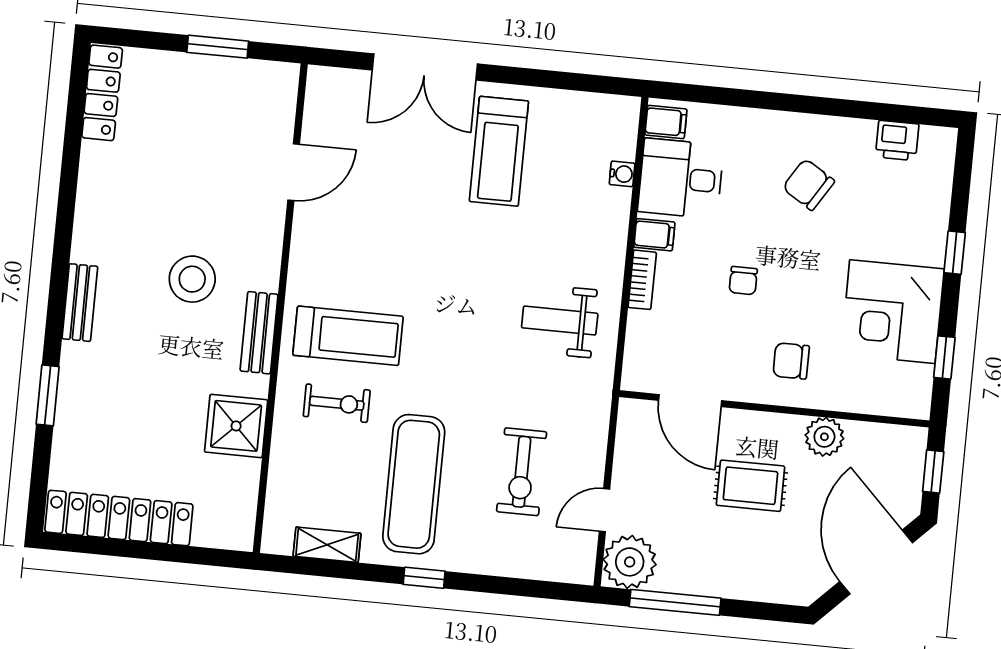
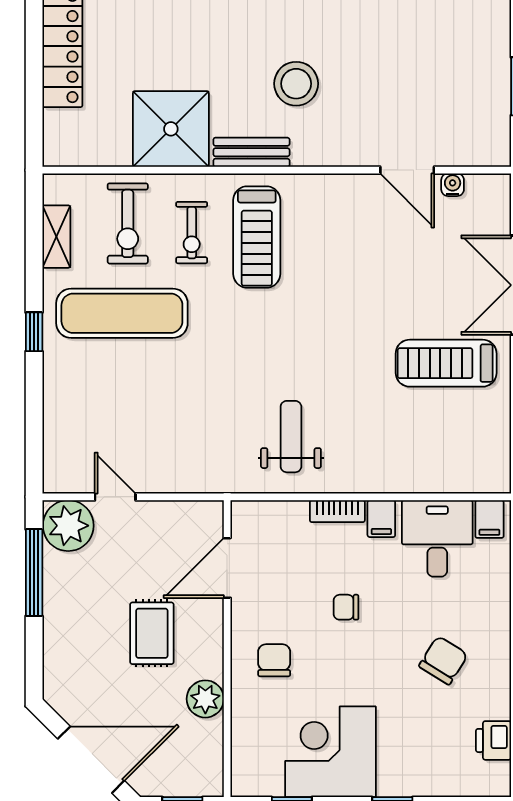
water cooler: (622, 174) -> (453, 185), moved, turned 180
shower: (236, 426) -> (171, 129), width x1.37, depth x1.37
exercise bike: (522, 472) -> (128, 223), moved, turned -90

